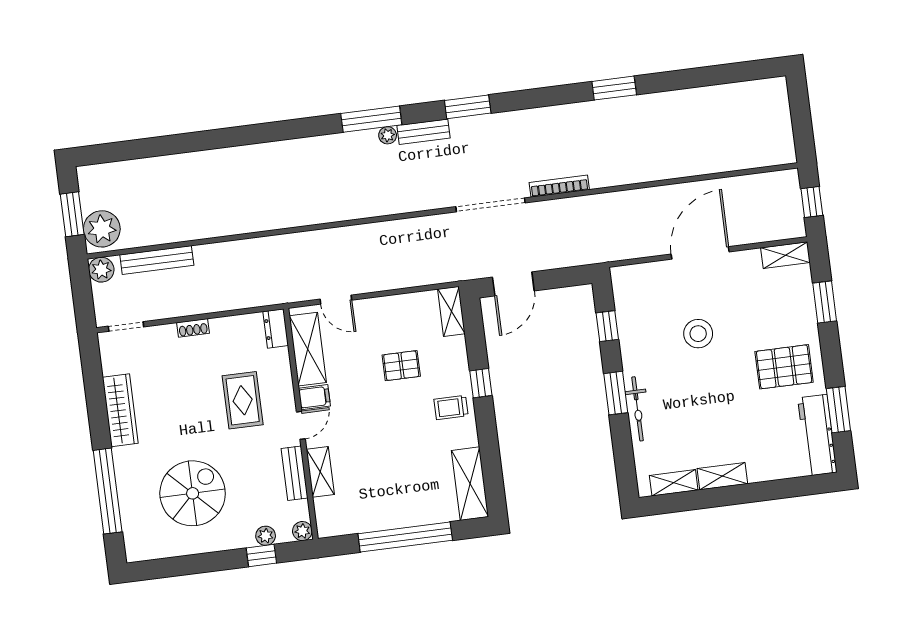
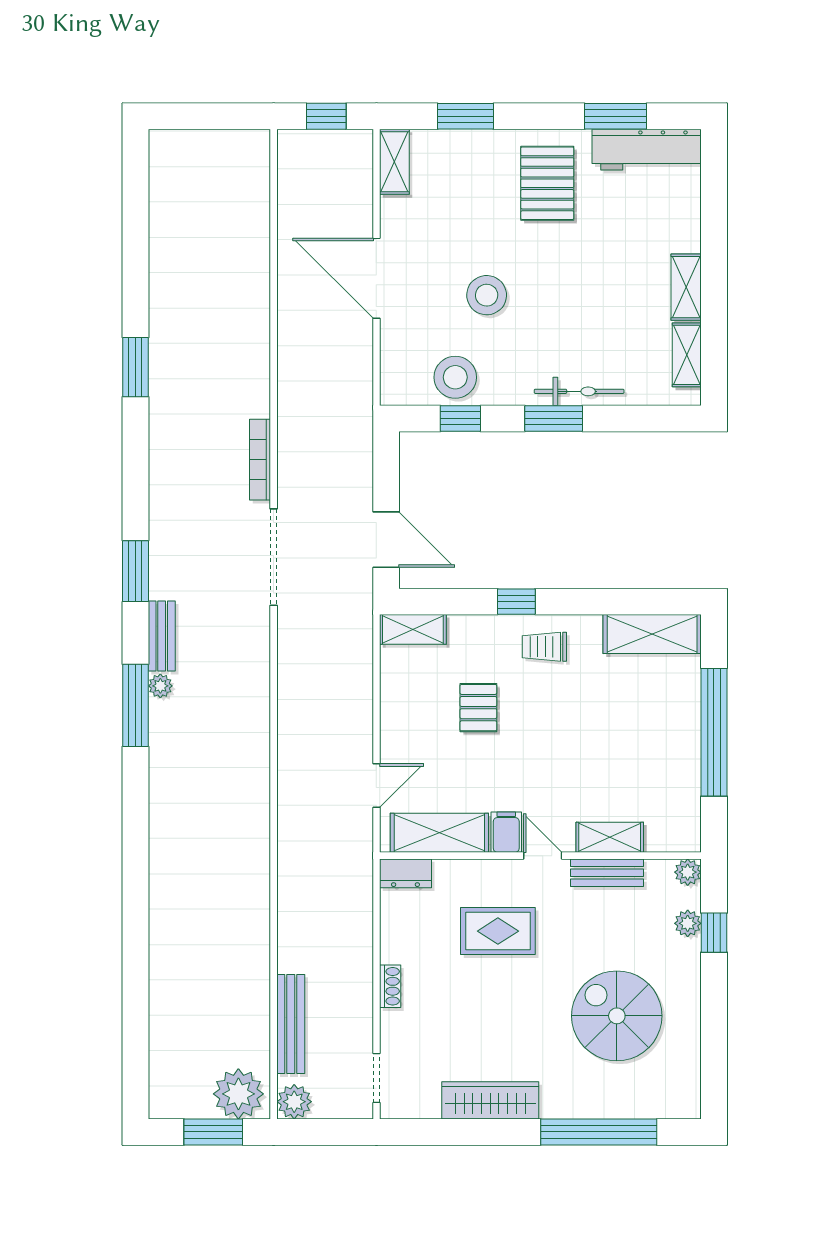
stool: (636, 319) -> (455, 377), added
trolley: (451, 407) -> (544, 647), turned 90

